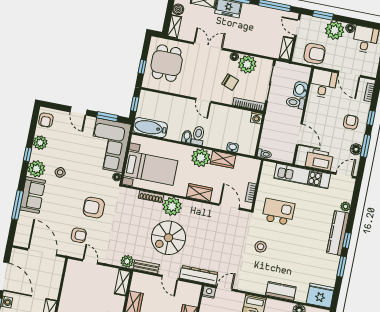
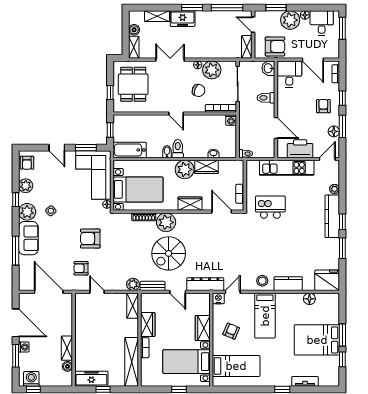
washbasin: (301, 90) -> (268, 68), moved
armchair: (79, 235) -> (81, 268), turned 180
stool: (261, 247) -> (262, 281), moved

